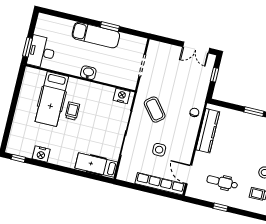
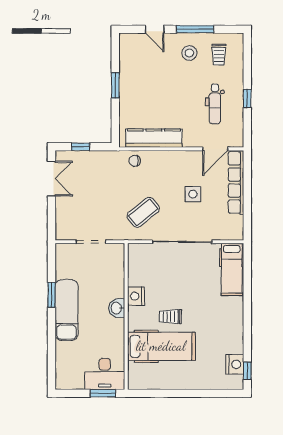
nightstand: (122, 96) -> (136, 296), moved
nightstand: (41, 154) -> (235, 364), moved

